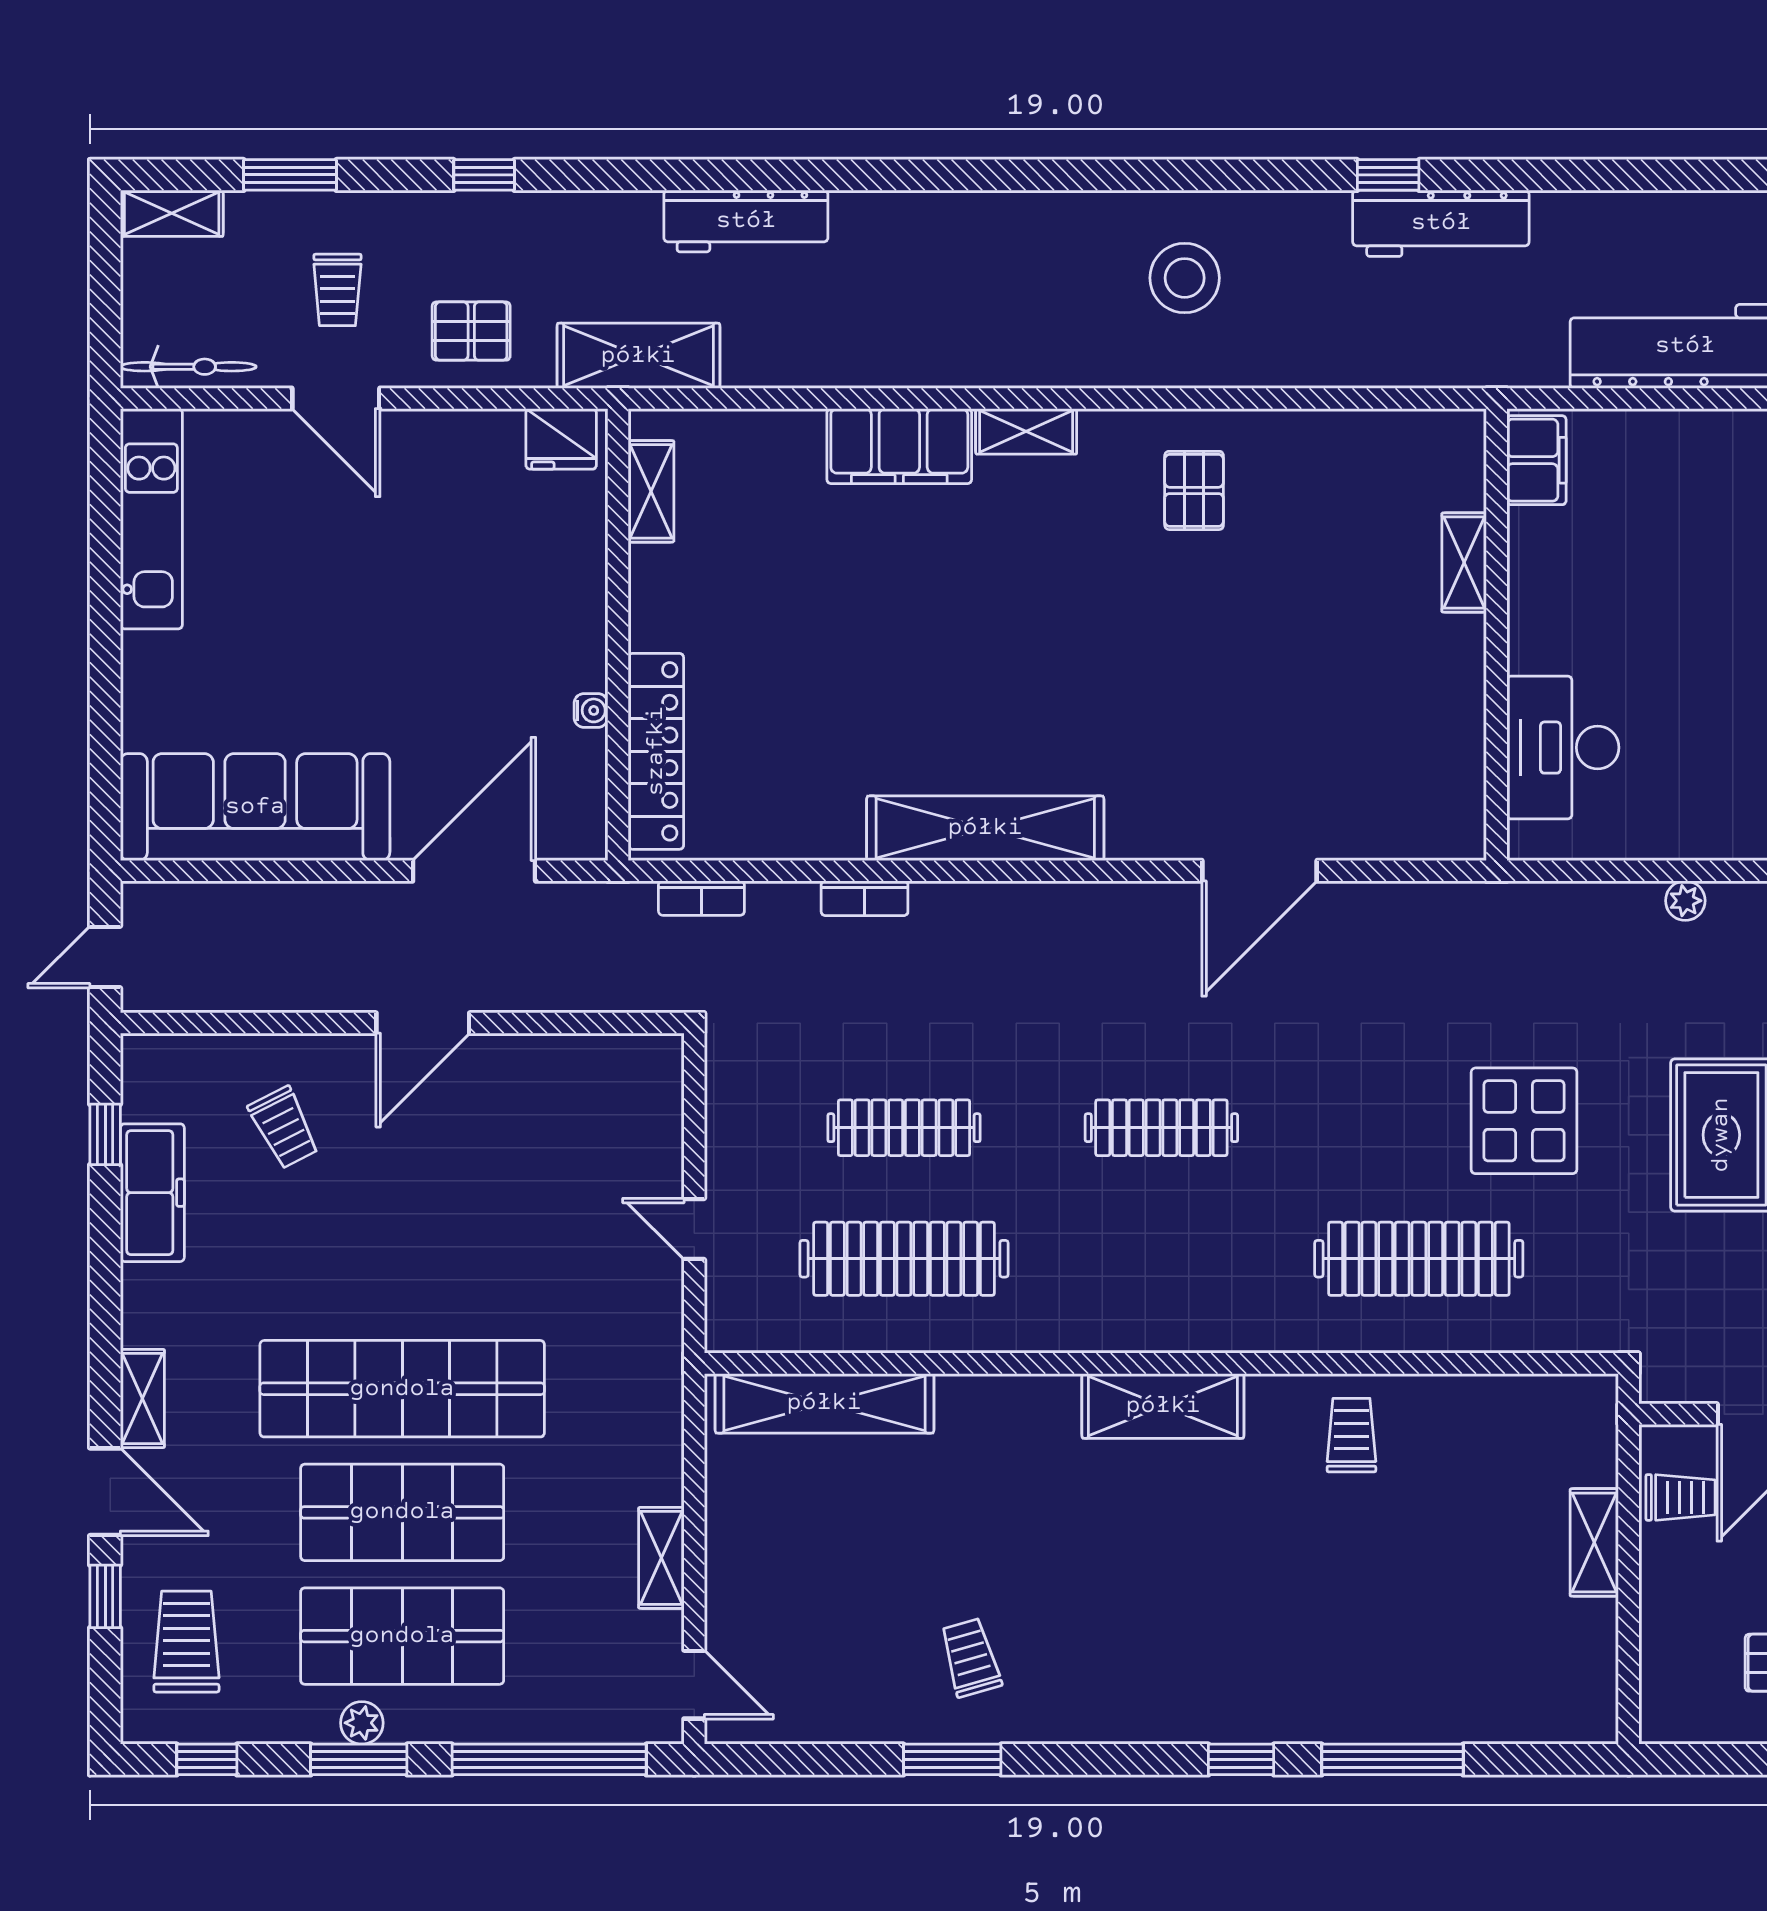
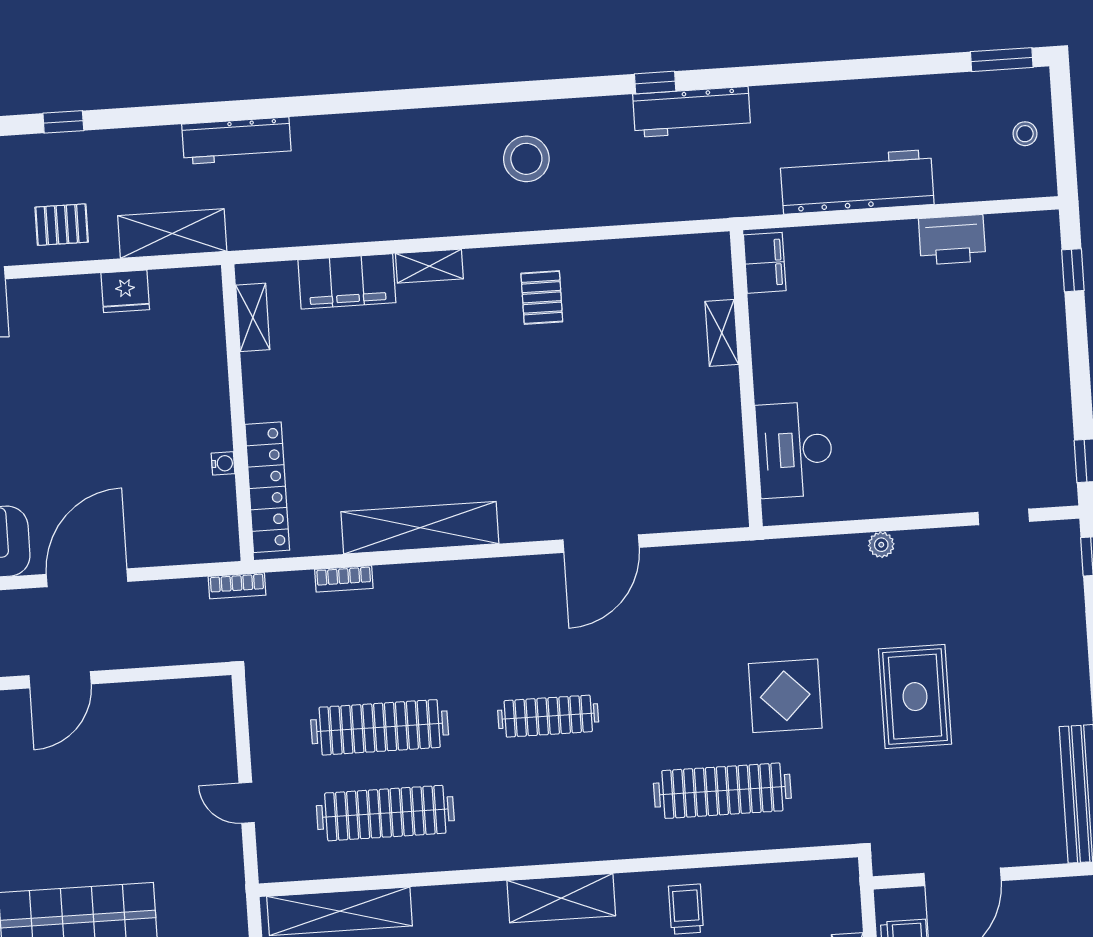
shelving: (651, 491) -> (253, 317), moved
wall: (618, 635) -> (237, 413), moved
water cooler: (591, 710) -> (223, 463), moved
locker: (656, 751) -> (267, 487), moved
clothes rail: (904, 1128) -> (380, 727), width x1.37, depth x1.31

